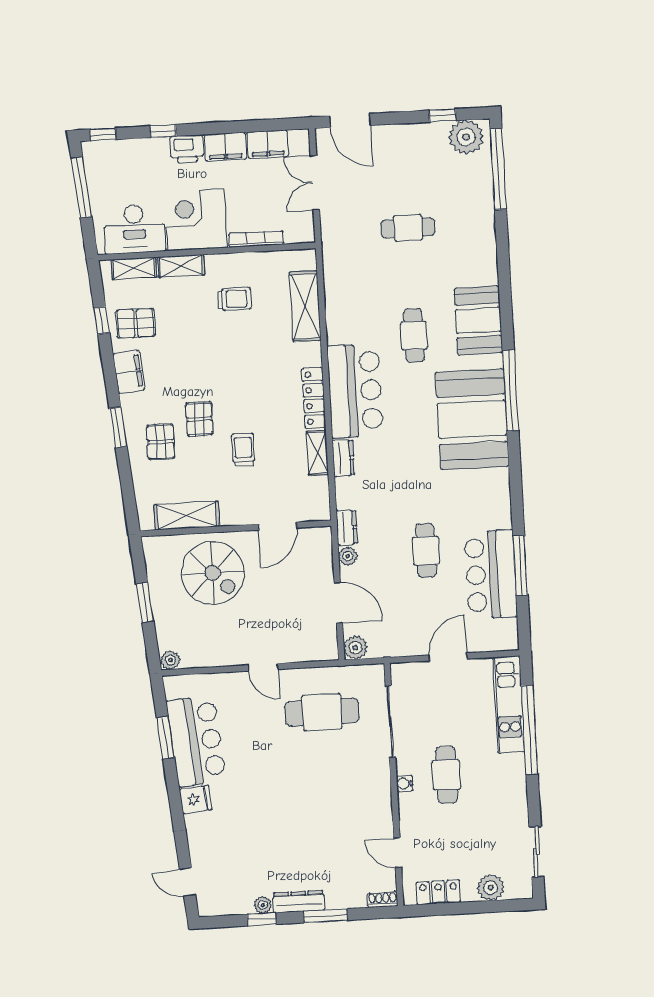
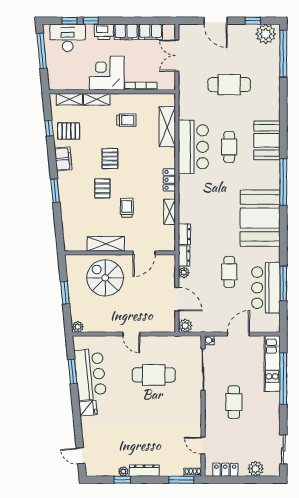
door: (350, 121) -> (216, 21), moved
window: (103, 134) -> (69, 21), moved
cafe table: (408, 228) -> (229, 85), width x1.37, depth x1.35
desk: (134, 229) -> (68, 38), moved, turned 180
bar counter: (355, 391) -> (193, 147), moved
locker: (314, 398) -> (169, 180), width x0.66
booth: (472, 419) -> (260, 218), moved
pallet: (161, 442) -> (110, 159), moved
dresser: (343, 458) -> (184, 234), moved
shelving: (187, 516) -> (106, 244), moved
spiral stairs: (213, 573) -> (105, 278), turned 180
cafe table: (322, 712) -> (154, 375), moved
water cooler: (405, 783) -> (209, 340), moved
window: (325, 916) -> (181, 480), moved

